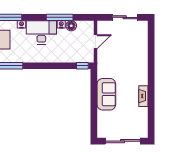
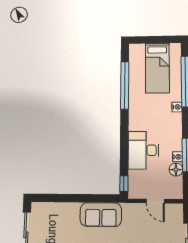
desk: (41, 32) -> (143, 150), moved, turned 180
sofa: (106, 94) -> (101, 215), moved

